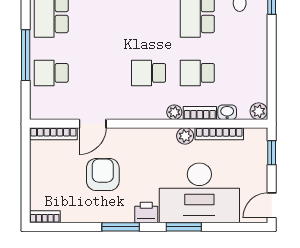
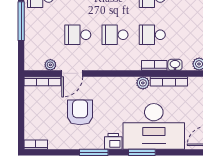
school desk: (51, 73) -> (78, 35), moved
plant: (174, 112) -> (50, 65), moved

